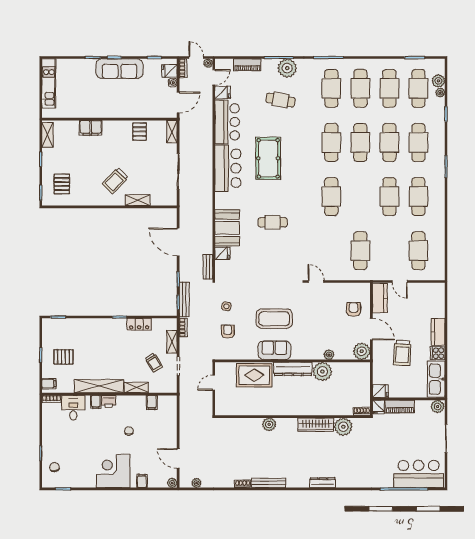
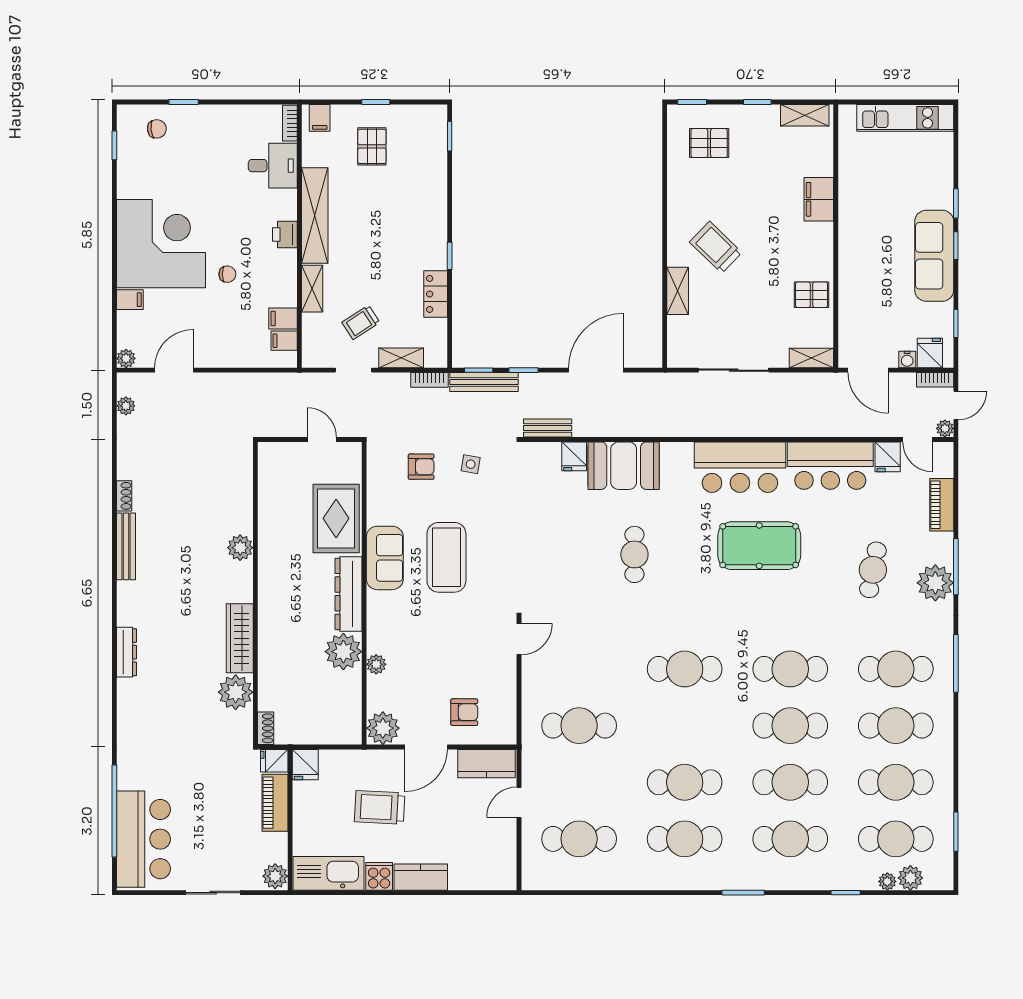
filing cabinet: (96, 402) -> (284, 341), moved
corner desk: (113, 471) -> (161, 244), width x1.36, depth x1.36

